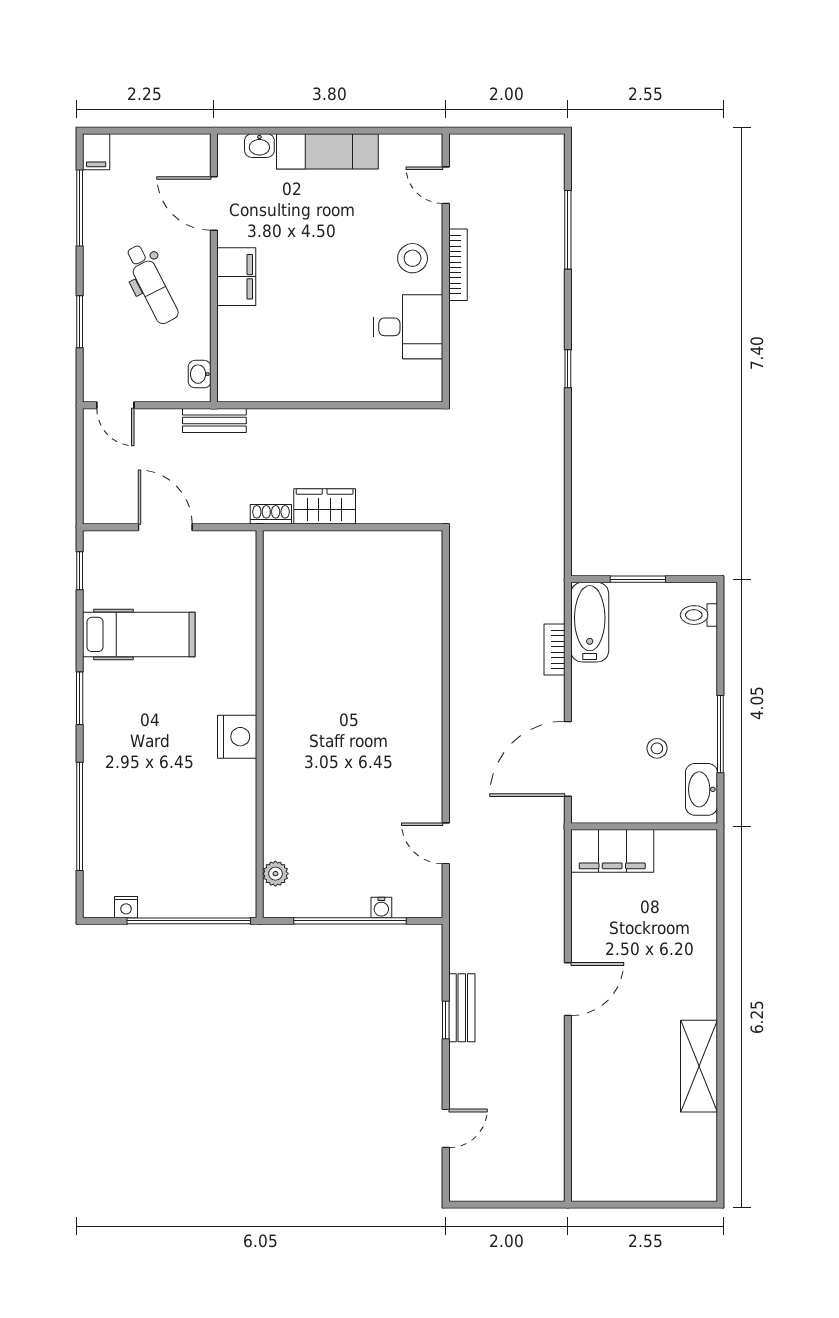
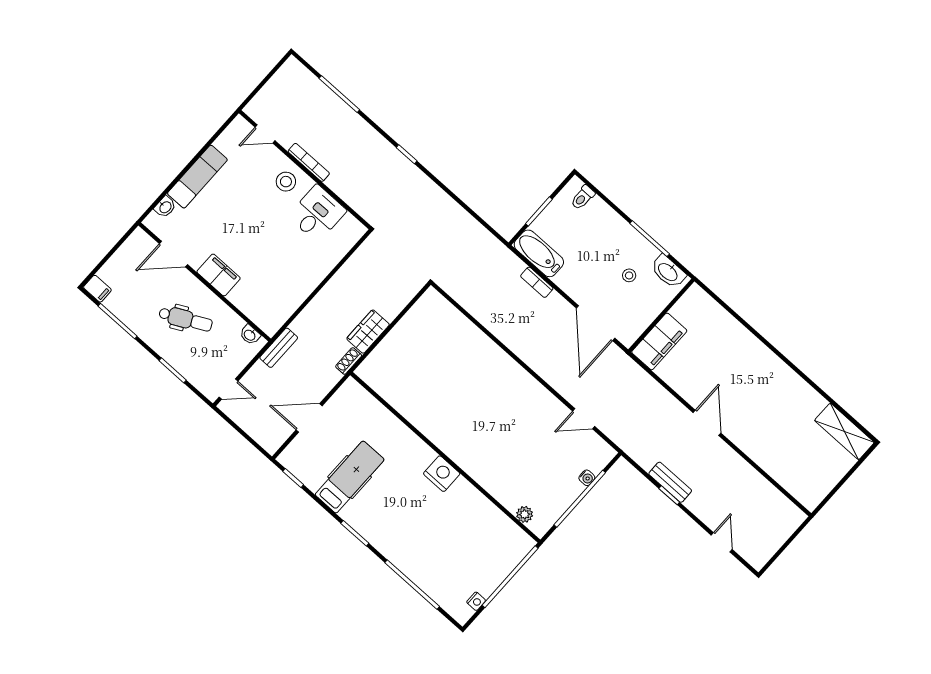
shelving: (699, 1066) -> (844, 431), moved

